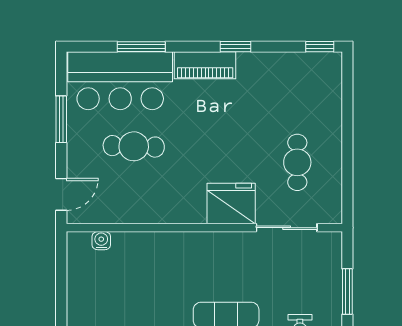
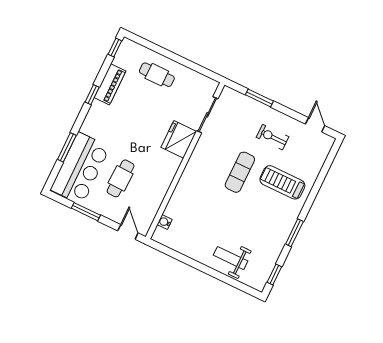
piano: (205, 65) -> (110, 84), moved
cafe table: (297, 162) -> (157, 75), moved

